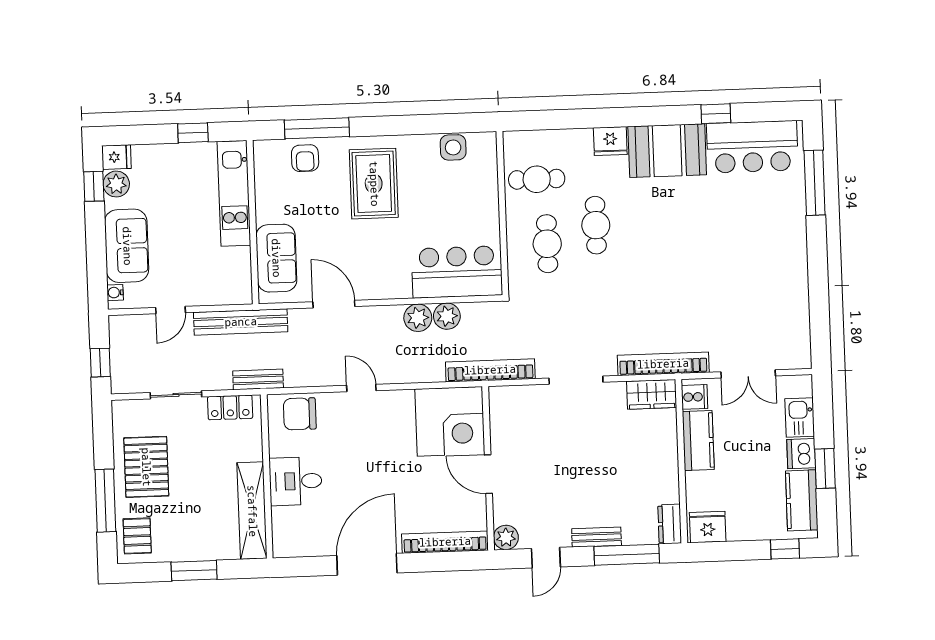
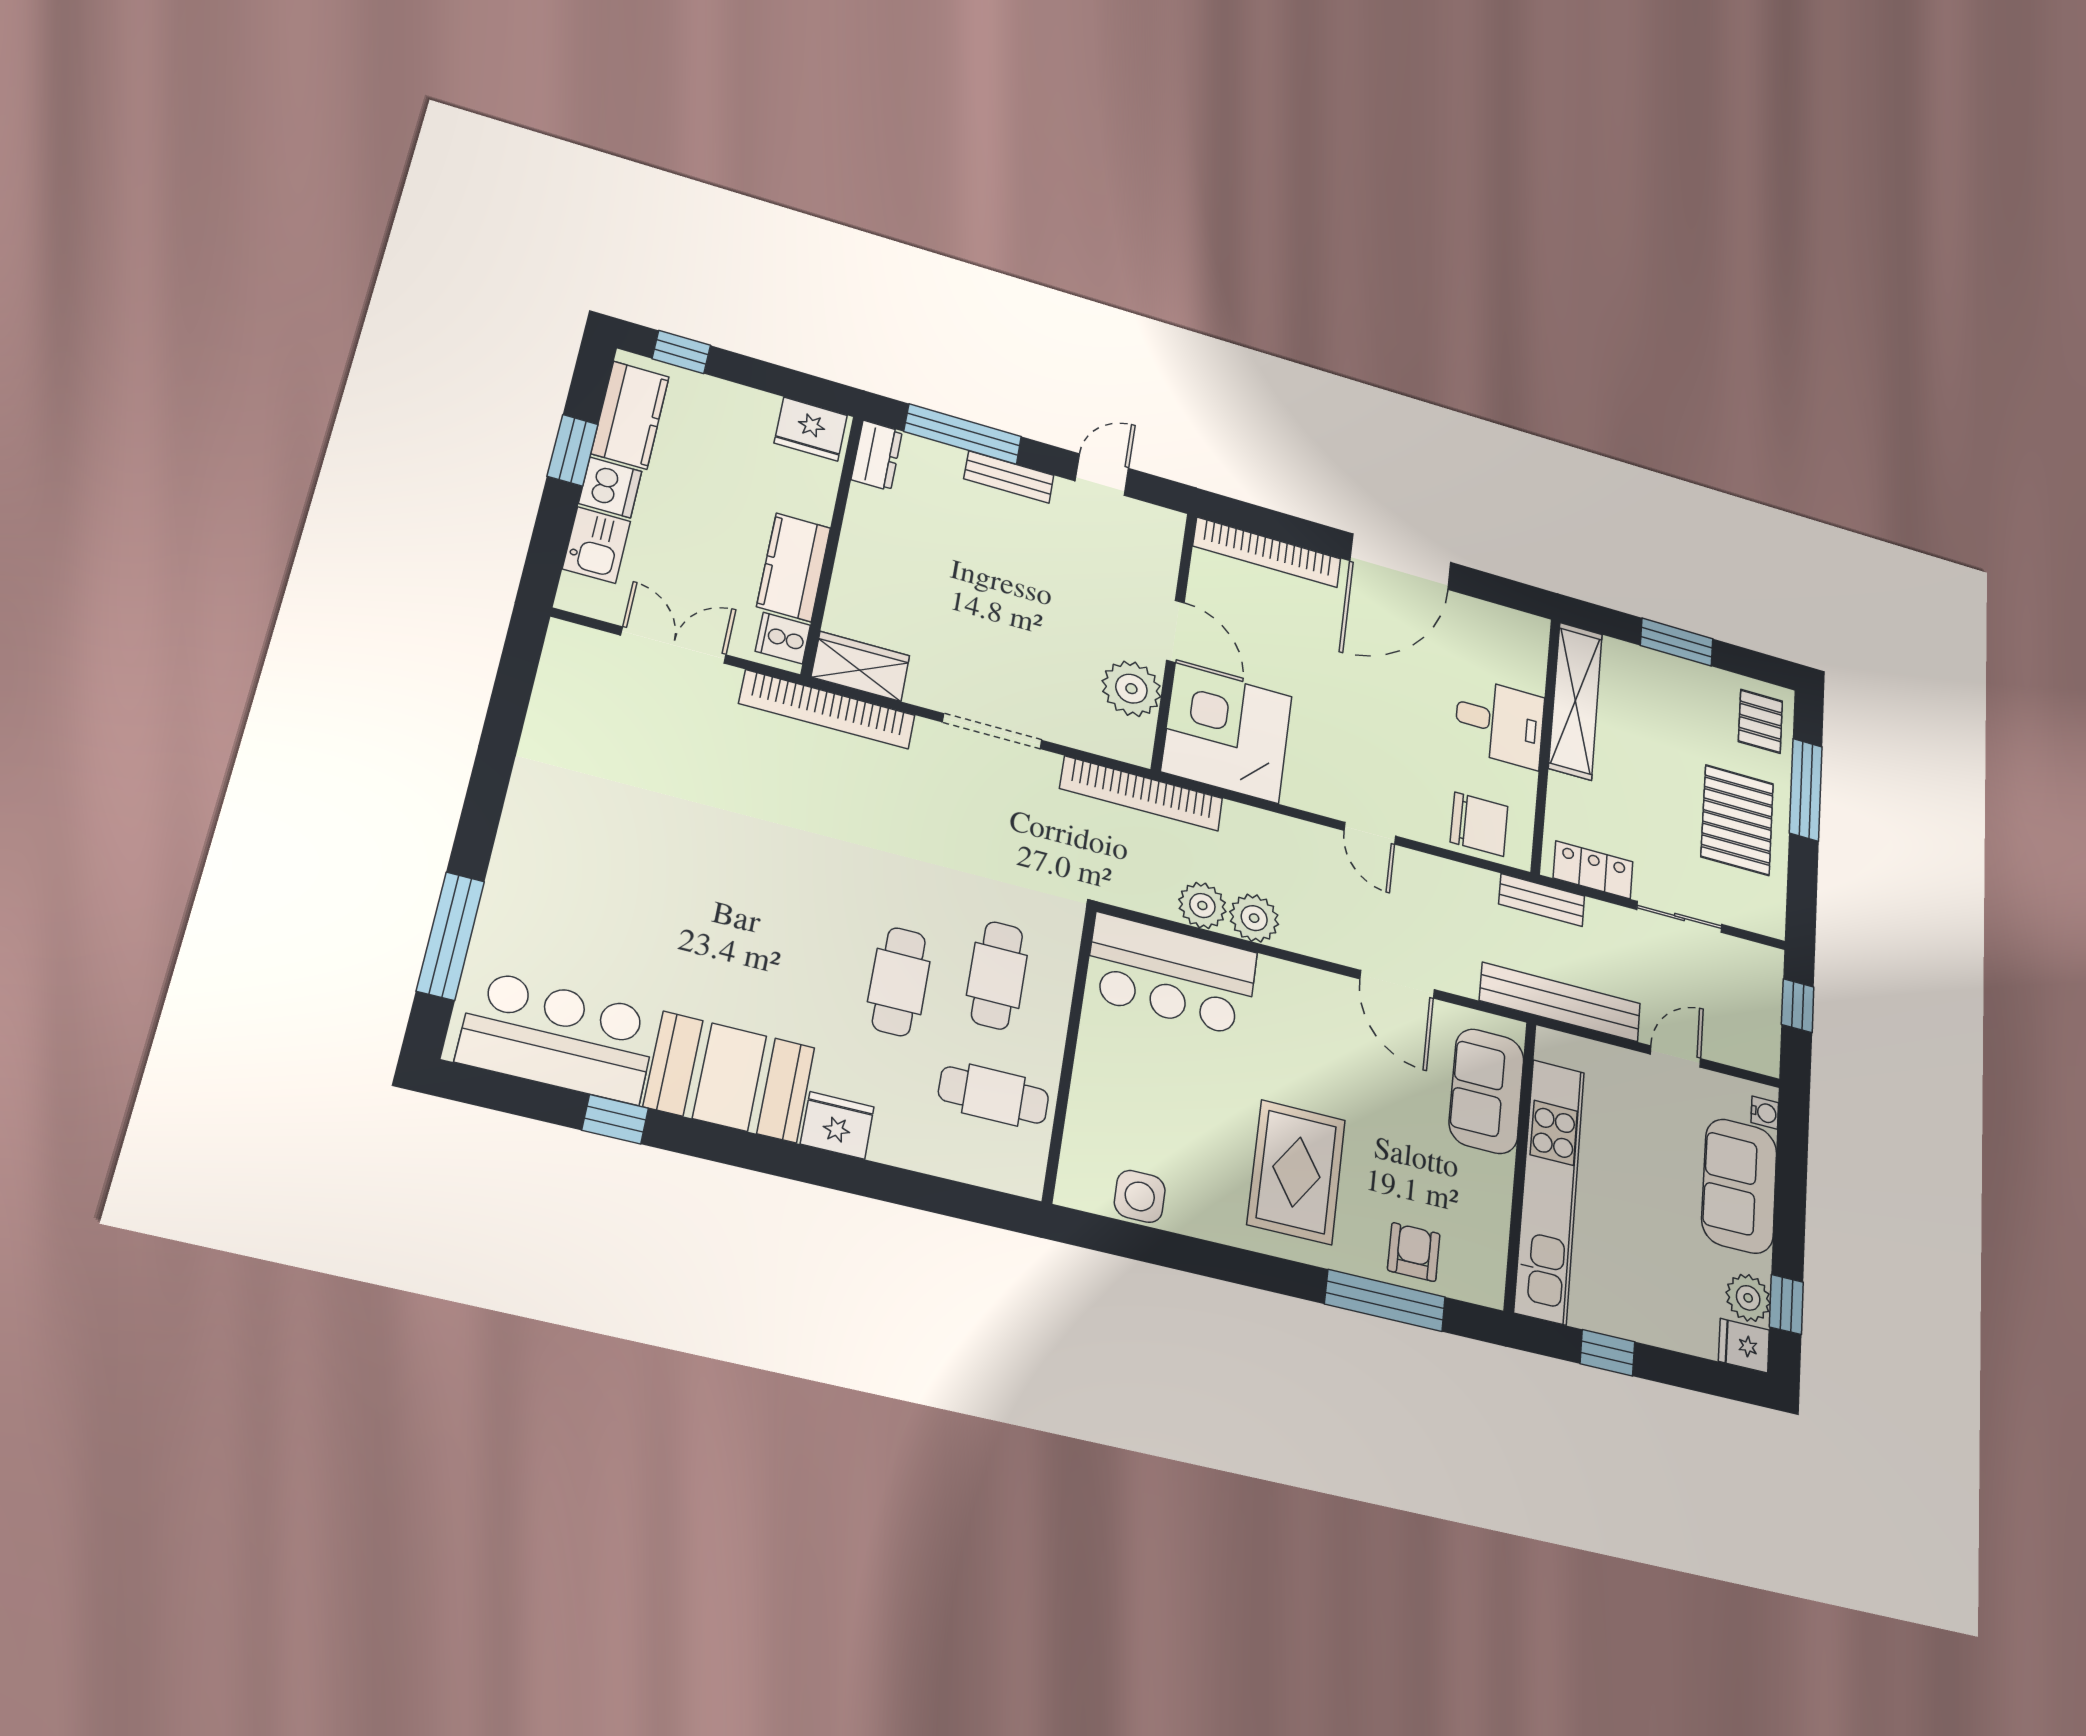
kitchen unit: (234, 193) -> (1550, 1190), width x1.36
plant: (506, 537) -> (1131, 689), moved, width x1.36, depth x1.36

